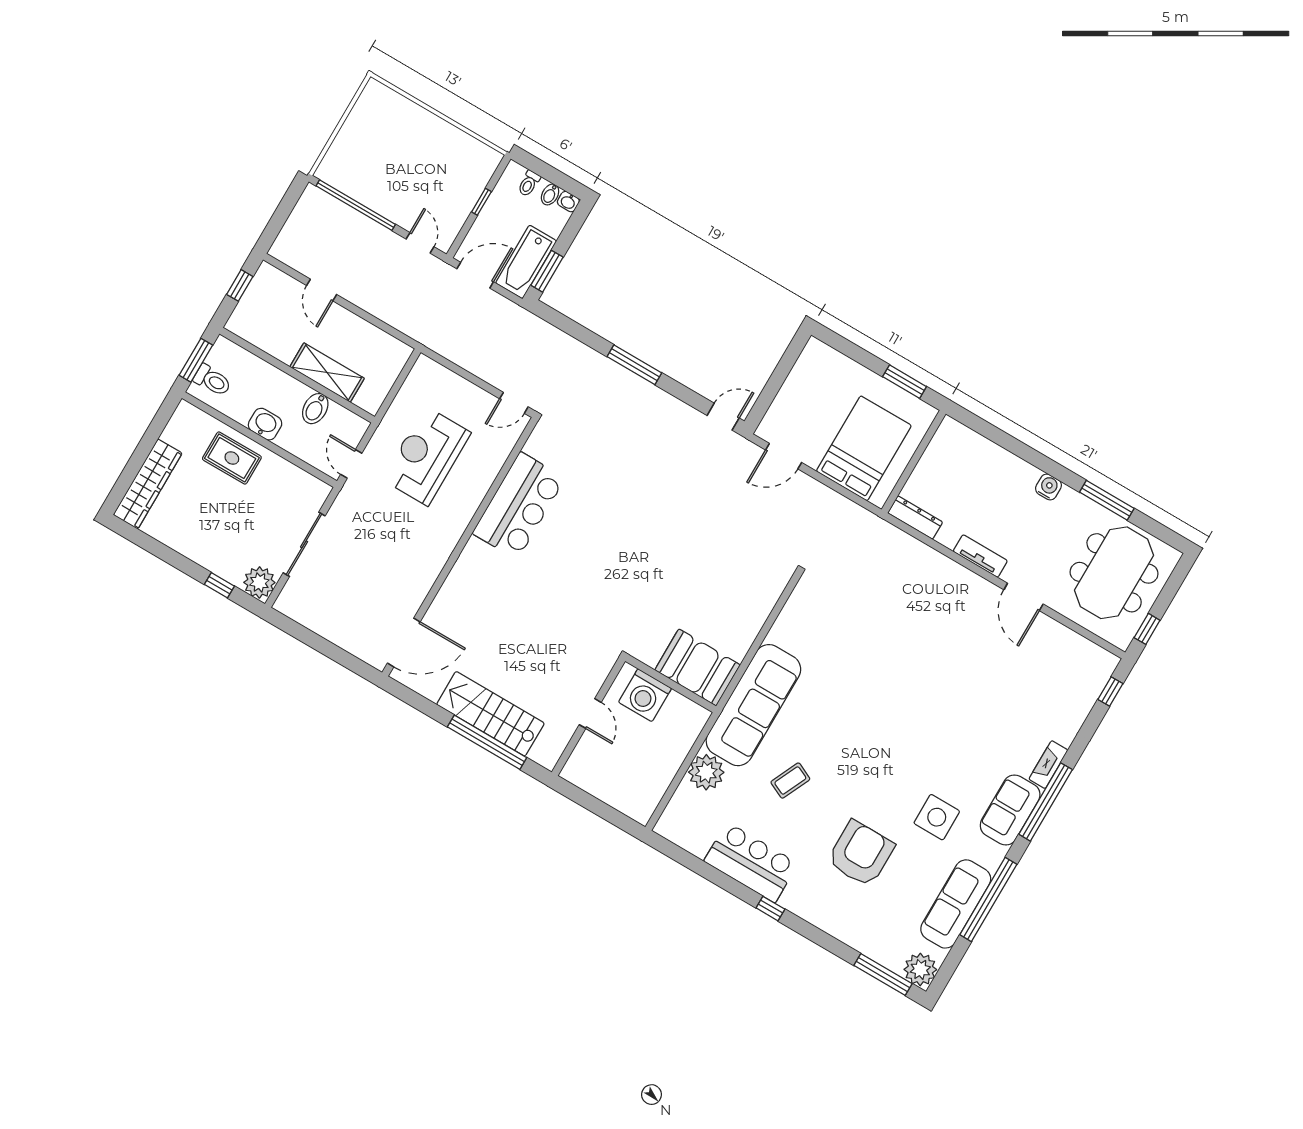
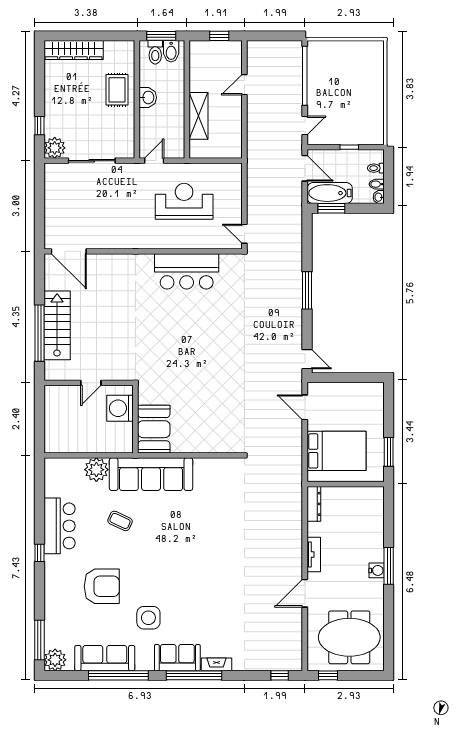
bidet: (315, 409) -> (171, 51), moved, turned -90
window: (1107, 500) -> (389, 566), moved

